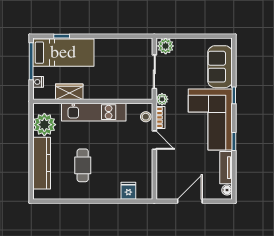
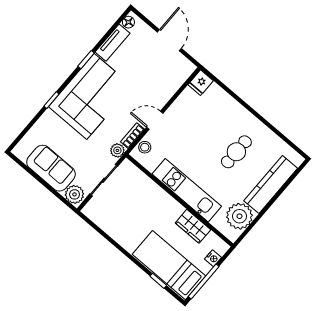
sofa: (220, 67) -> (51, 168), moved, turned -90
door: (154, 140) -> (155, 120), hinge flipped
fridge: (128, 191) -> (201, 83), moved
door: (190, 201) -> (169, 40), swing flipped

